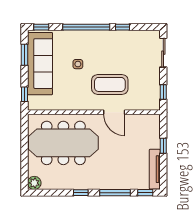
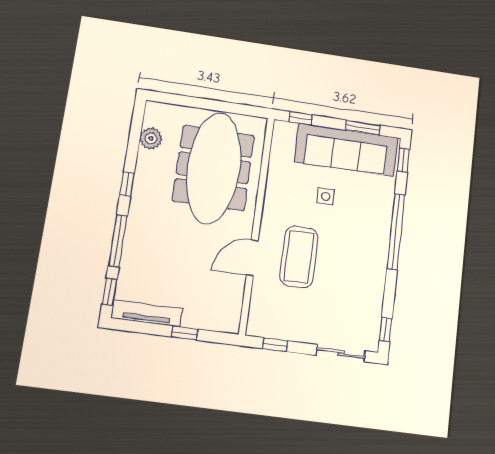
window: (123, 27) -> (386, 329), moved
side table: (78, 64) -> (326, 196), moved
plant: (34, 183) -> (151, 138), moved

